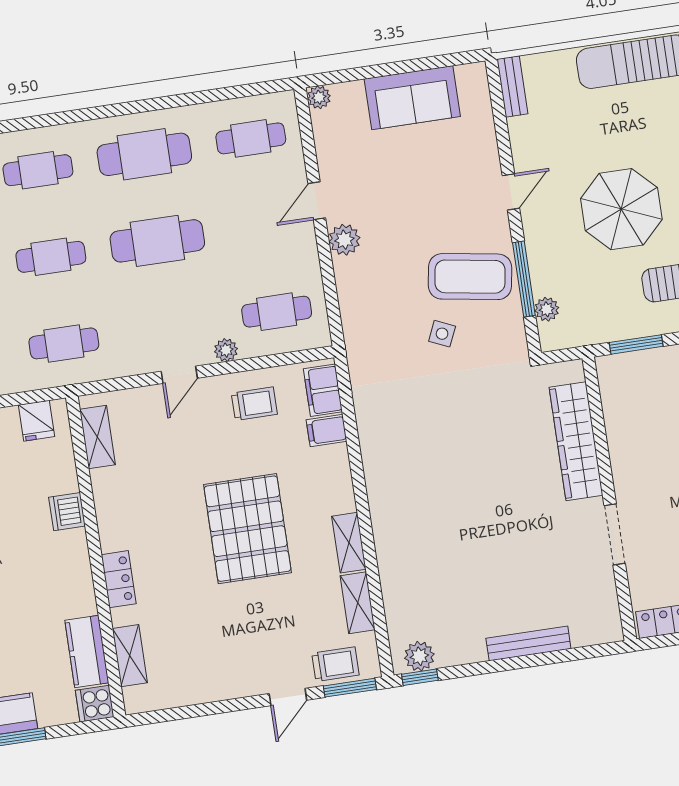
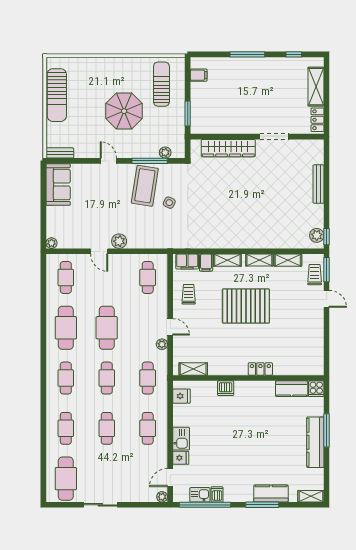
sofa: (412, 98) -> (58, 185), moved
plant: (226, 350) -> (162, 344), moved
shelving: (130, 656) -> (227, 260), moved

